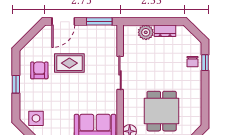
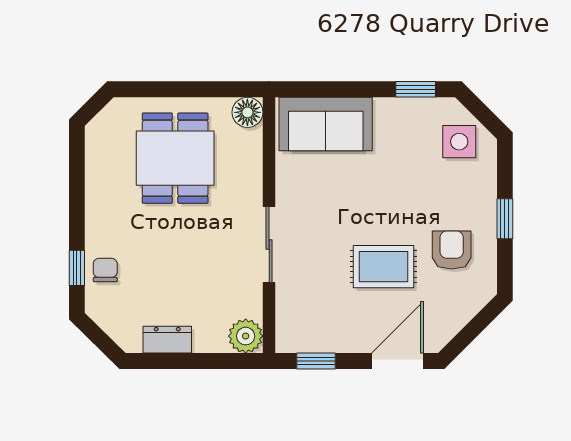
window: (99, 21) -> (316, 361), width x0.67
plant: (146, 32) -> (246, 336), moved
armchair: (39, 70) -> (452, 250), turned 180

